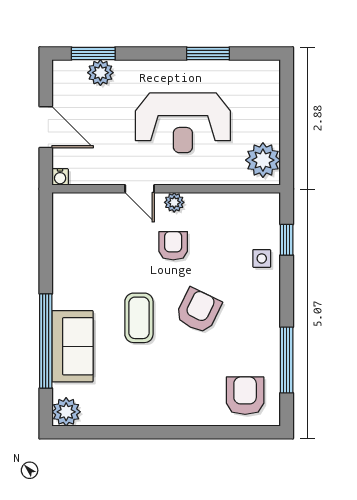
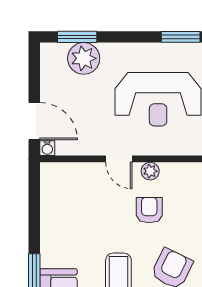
plant: (100, 73) -> (84, 58), width x1.36, depth x1.36
door: (46, 127) -> (34, 121), moved

